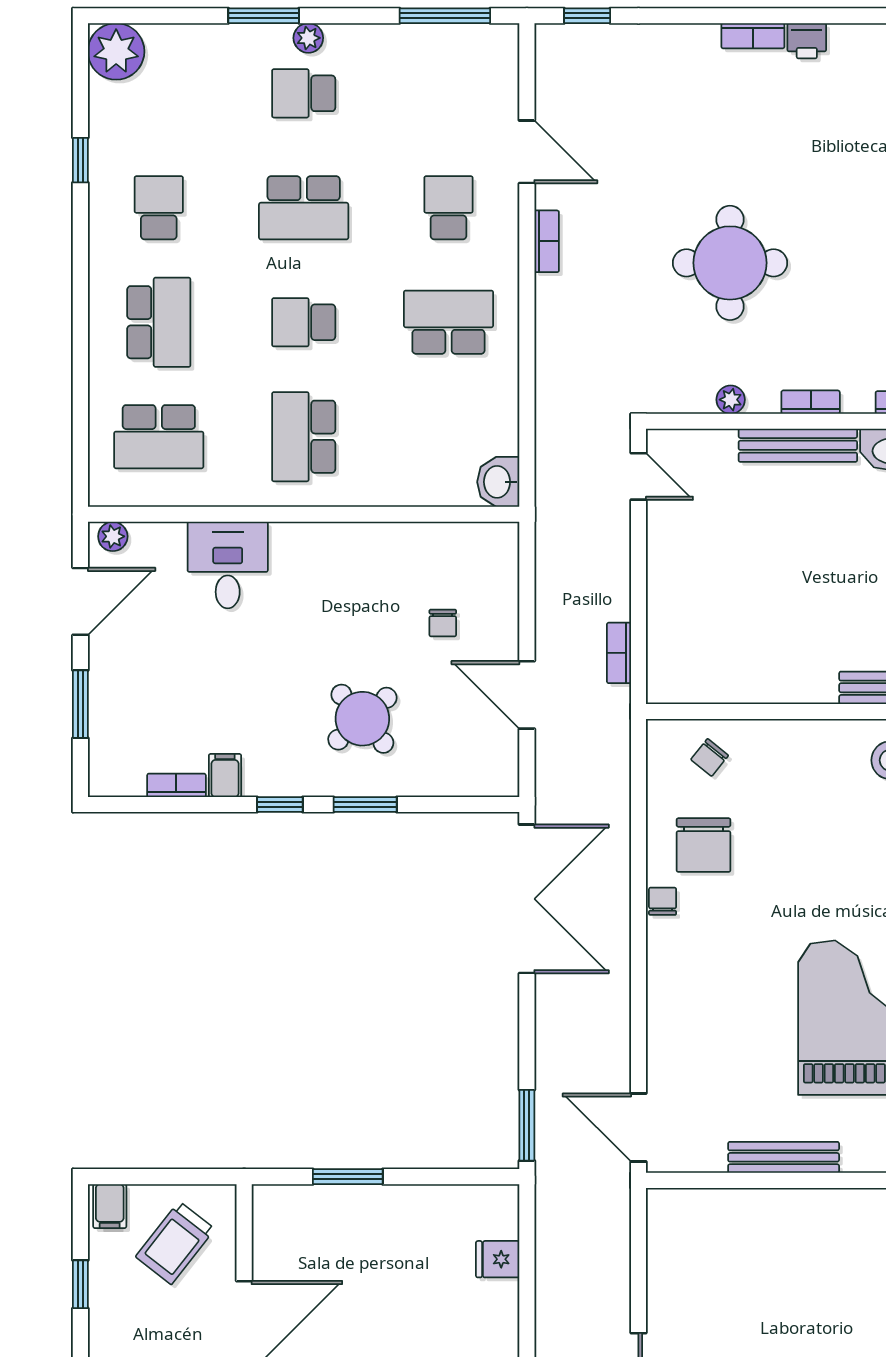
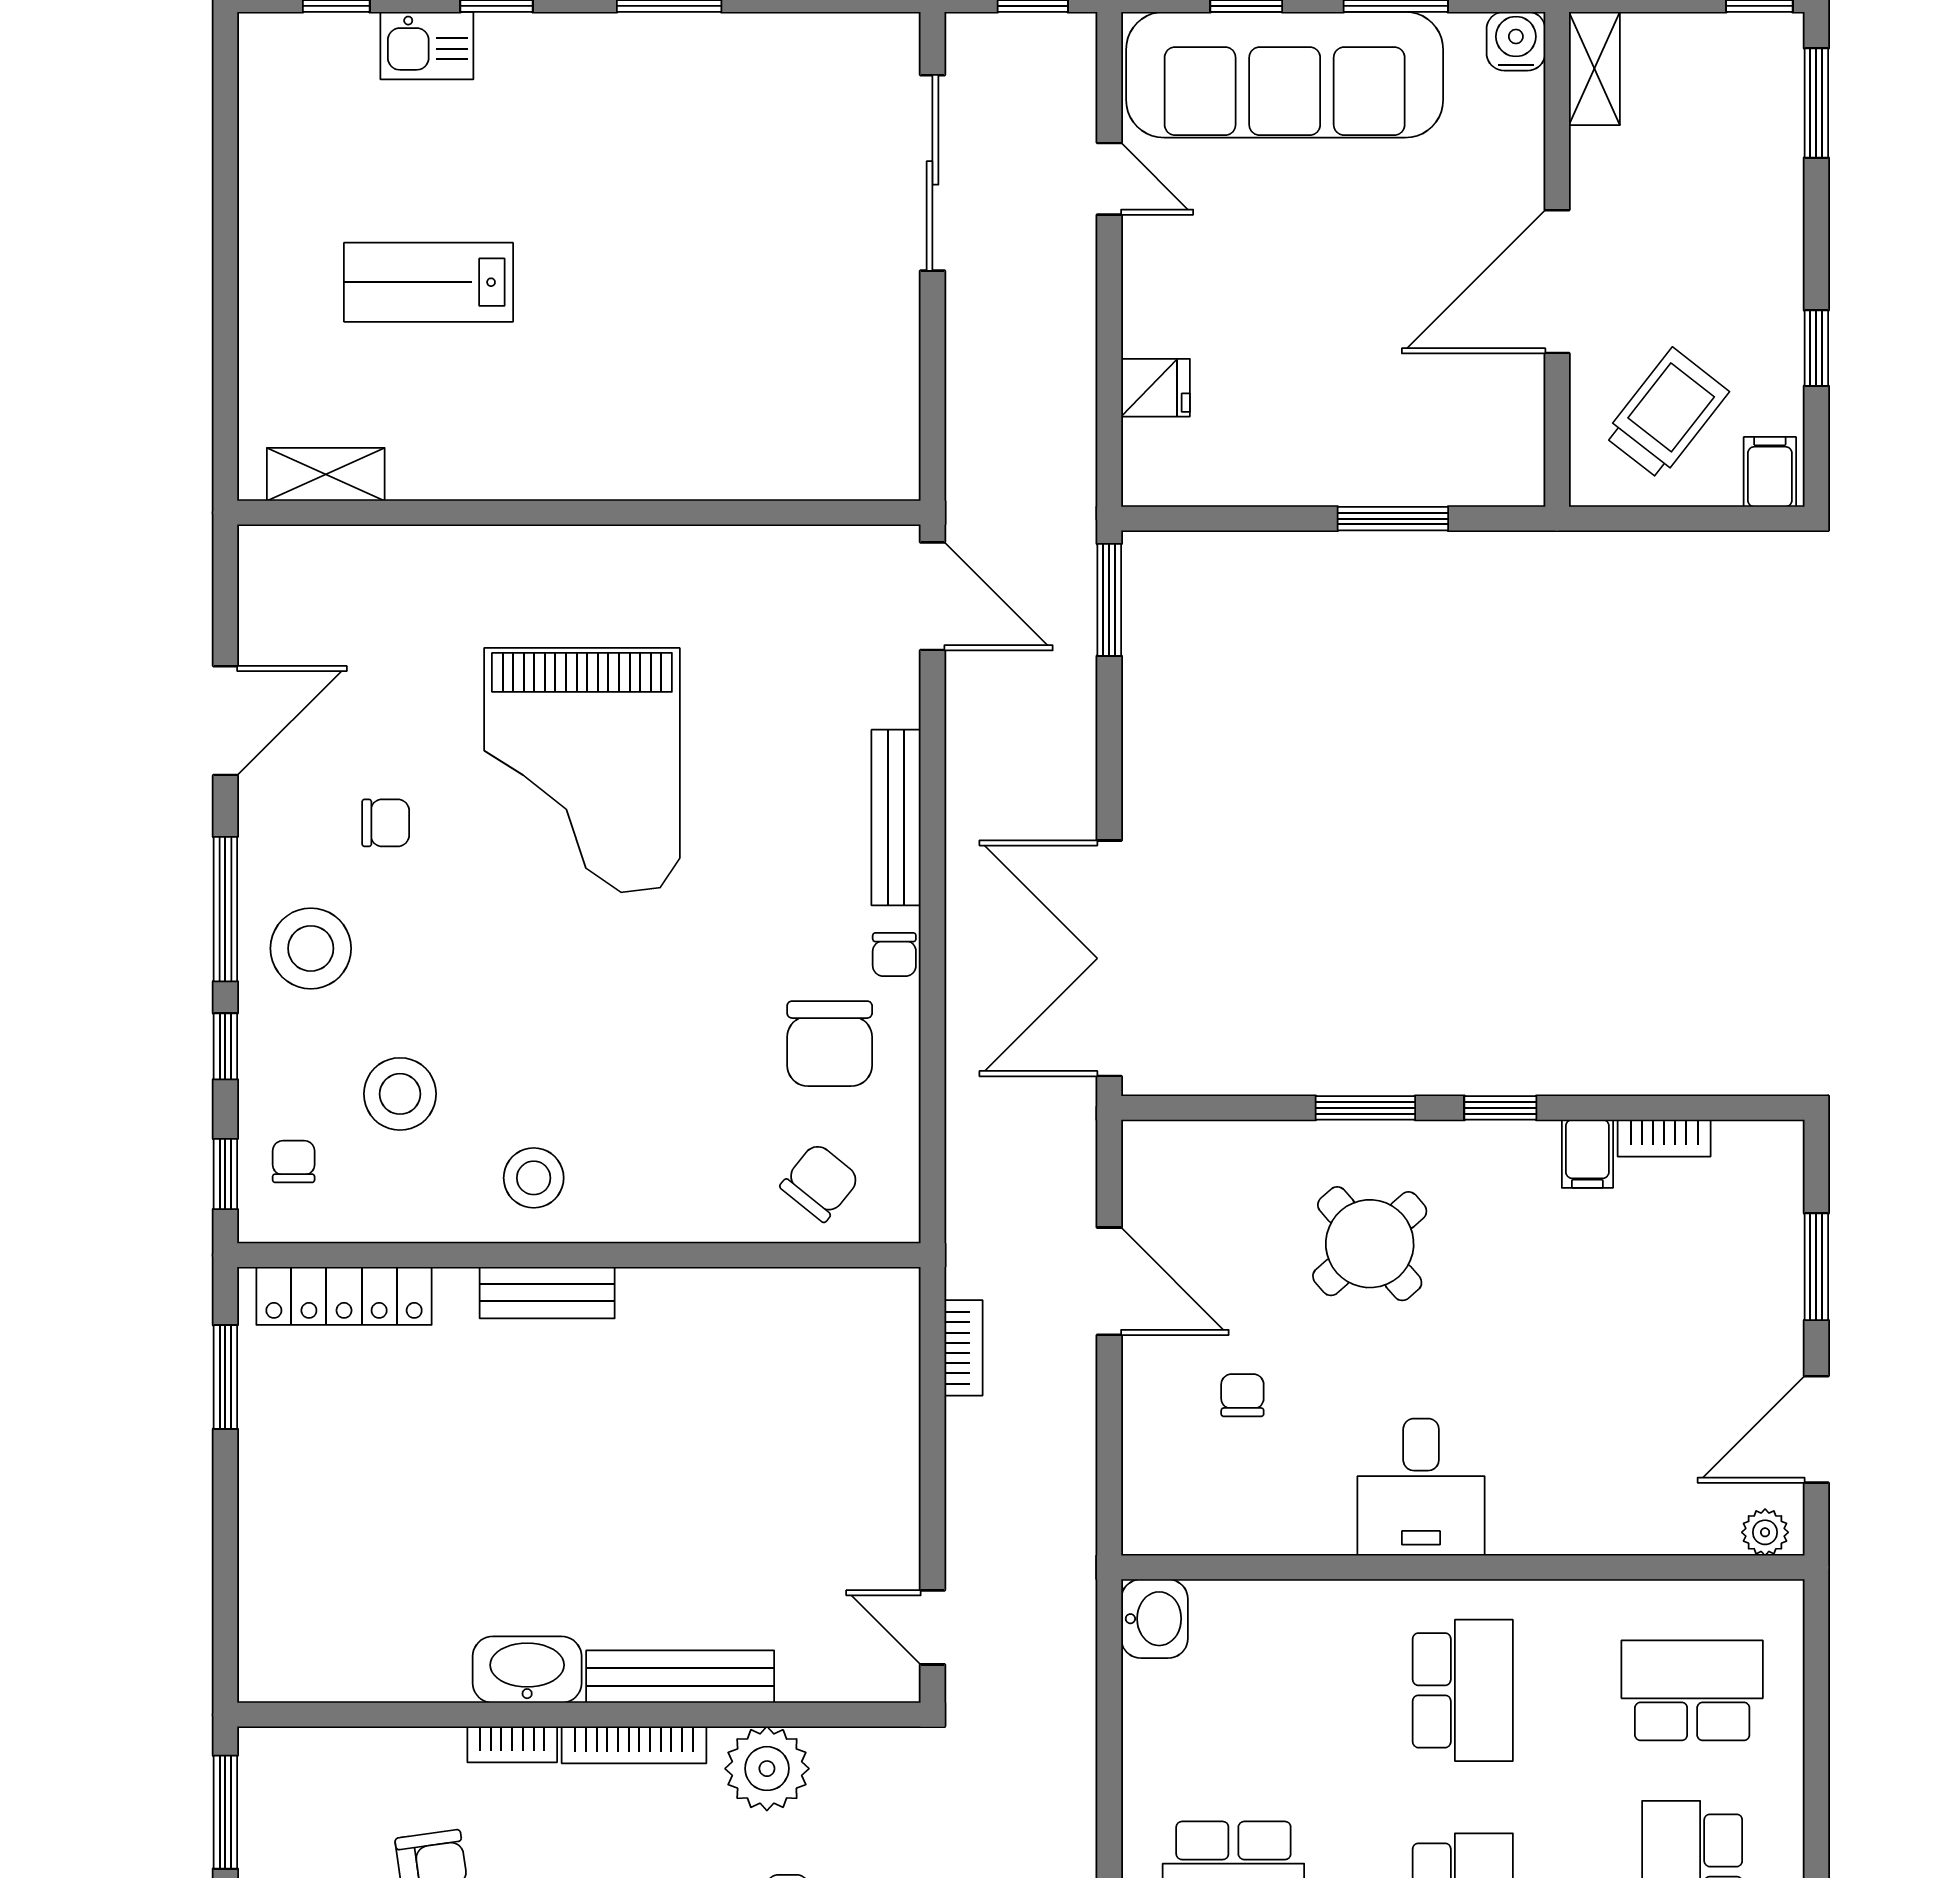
plant: (731, 400) -> (767, 1769), width x1.87, depth x1.87
bookcase: (811, 402) -> (634, 1745), width x1.56
desk: (228, 565) -> (1421, 1487), moved
chair: (710, 757) -> (820, 1182), width x1.37, depth x1.37
chair: (703, 845) -> (830, 1044), turned 180
bench: (784, 1157) -> (896, 818), moved, turned 90

